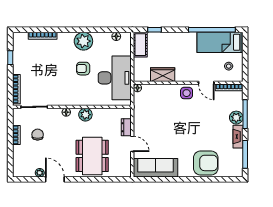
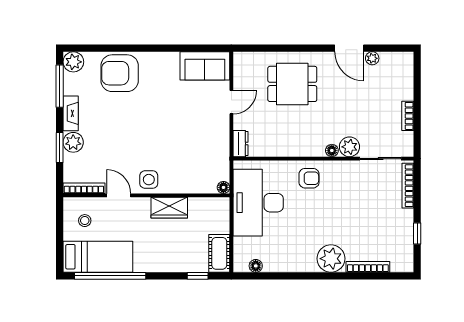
plant: (83, 41) -> (331, 259), moved
armchair: (83, 69) -> (309, 178), moved
wardrobe: (163, 75) -> (169, 208), moved
window: (245, 114) -> (60, 147), width x0.69
plant: (85, 115) -> (349, 147), moved
dresser: (126, 127) -> (241, 144), moved
chair: (38, 135) -> (375, 116), removed
door: (132, 144) -> (231, 102), swing flipped
dining table: (92, 156) -> (292, 84), width x0.73
sofa: (156, 168) -> (205, 66), width x0.73
plant: (236, 170) -> (73, 62), added

